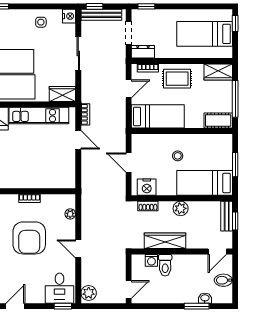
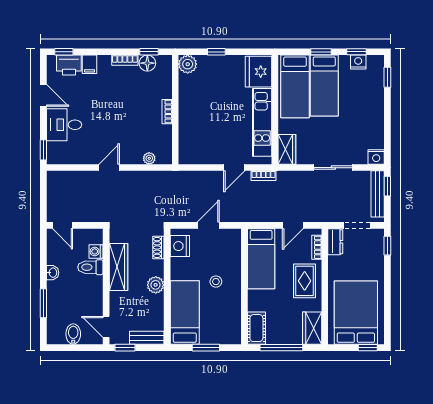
side table: (41, 22) -> (369, 125), removed
bed: (205, 34) -> (356, 313), width x1.50
door: (129, 89) -> (293, 225), hinge flipped
window: (235, 221) -> (125, 348), moved
armchair: (29, 238) -> (122, 111), removed
desk: (60, 288) -> (64, 125), moved
plant: (89, 293) -> (59, 179), removed
washbasin: (205, 298) -> (53, 273), moved

